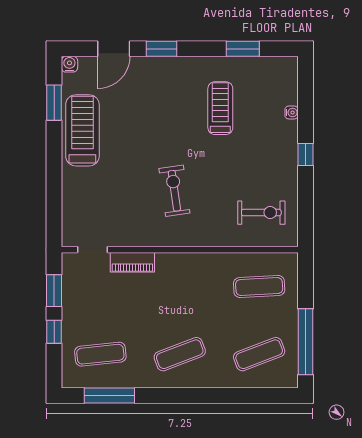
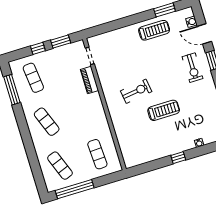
water cooler: (69, 64) -> (191, 22), moved
treadmill: (220, 108) -> (164, 110), moved
treadmill: (82, 130) -> (154, 30), width x0.73, depth x0.73
exercise bike: (261, 213) -> (193, 68), moved

